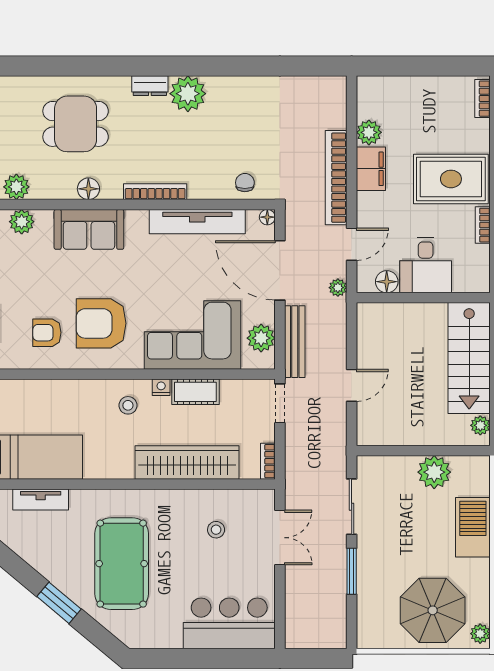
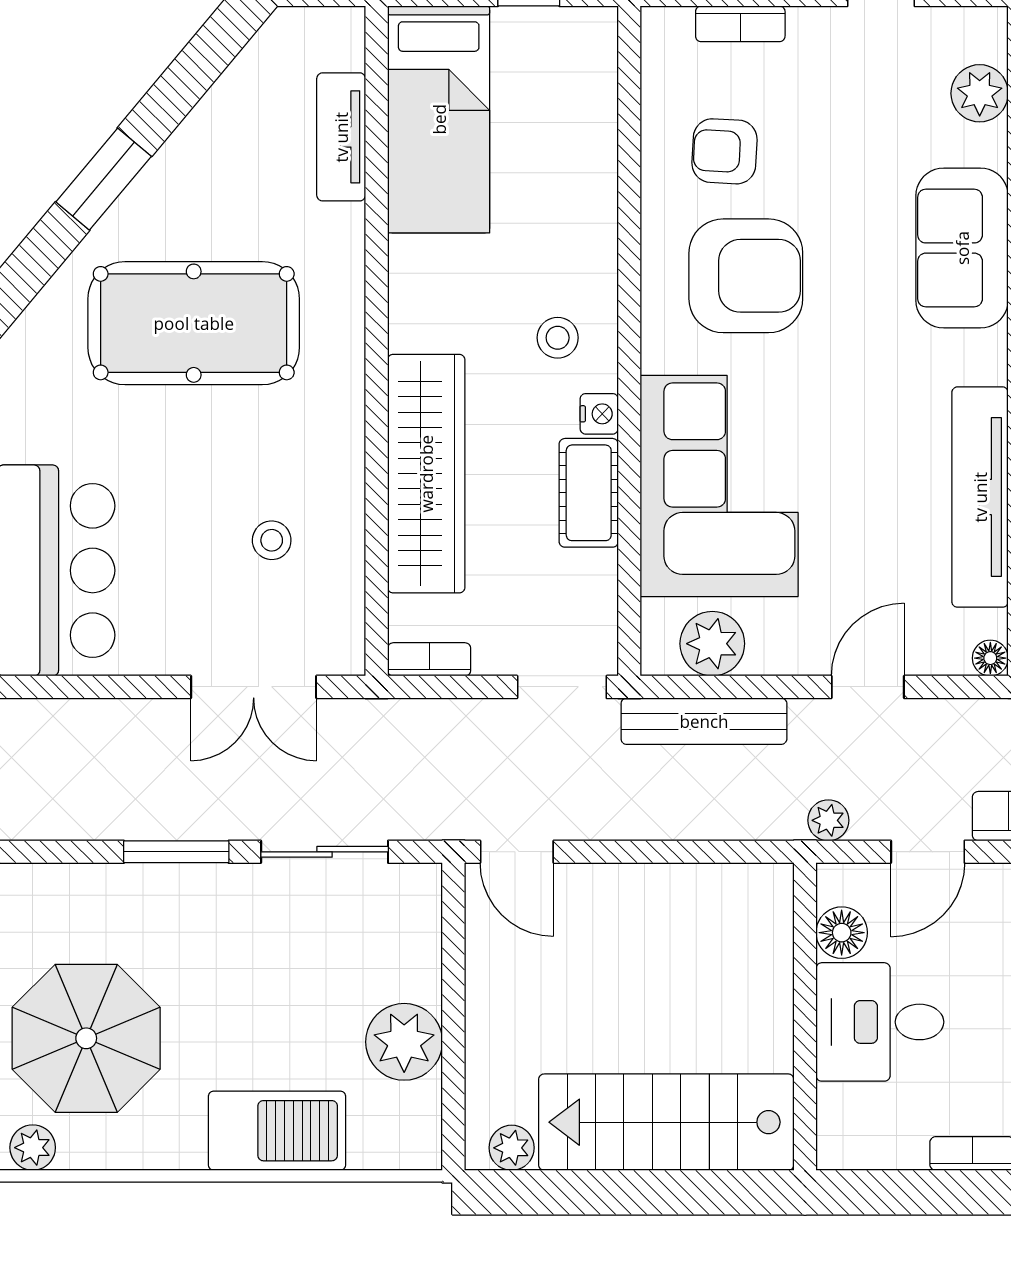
door: (352, 244) -> (928, 852), hinge flipped
door: (280, 270) -> (868, 687), width x0.53
armchair: (101, 323) -> (746, 276), turned 90
armchair: (47, 333) -> (725, 151), turned -87
door: (352, 385) -> (517, 852), moved

